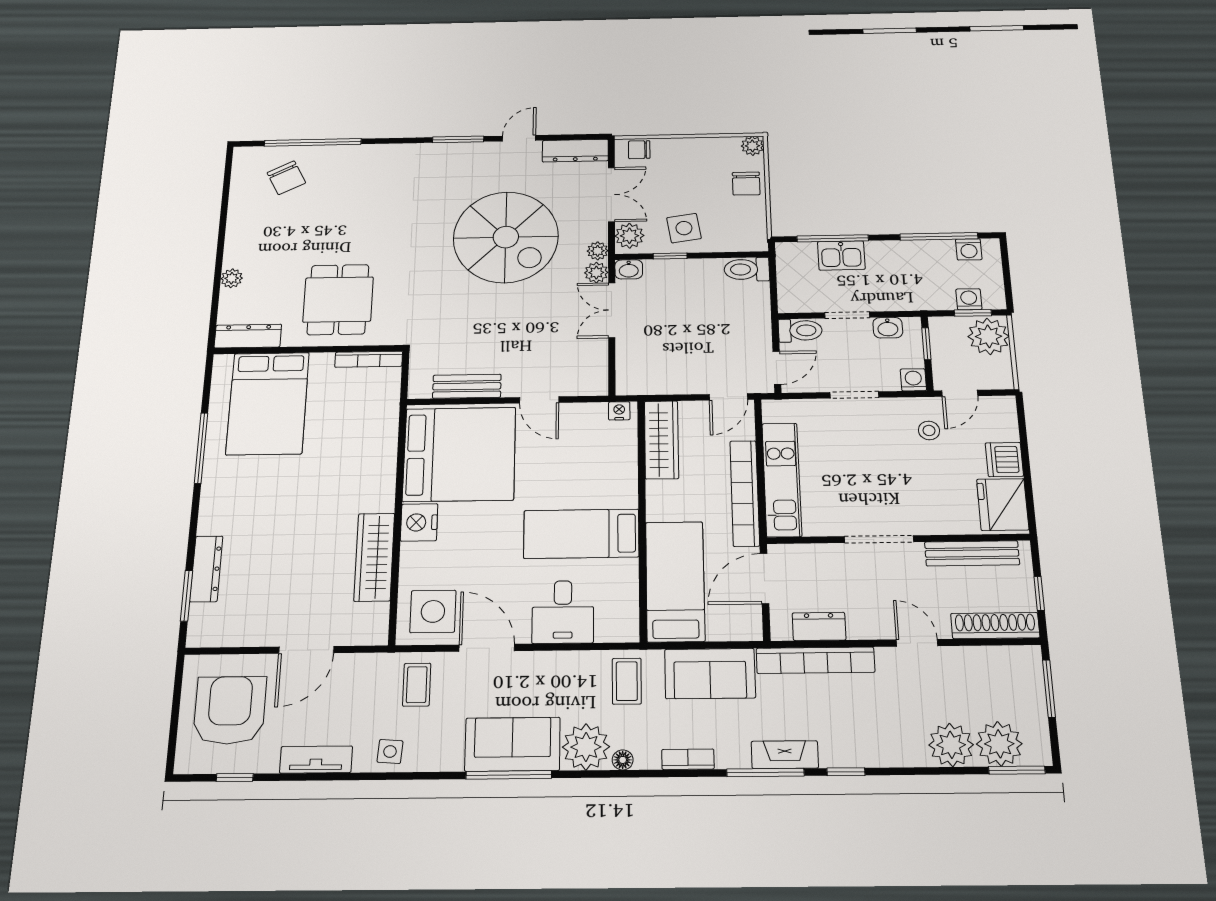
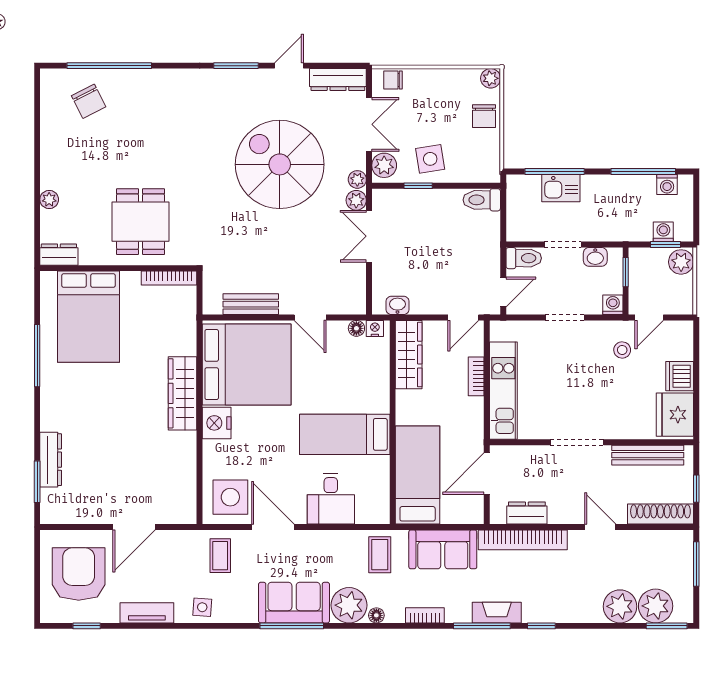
spiral stairs: (506, 237) -> (280, 164), turned 180
washbasin: (629, 269) -> (397, 305), moved, turned 180
dresser: (248, 336) -> (59, 255), width x0.70
plant: (989, 336) -> (681, 262), width x0.73, depth x0.73
floor lamp: (596, 411) -> (356, 328), added
bookcase: (745, 493) -> (476, 376), width x0.43, depth x0.76
wardrobe: (374, 557) -> (183, 393), moved

